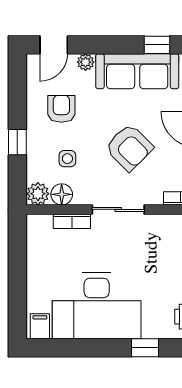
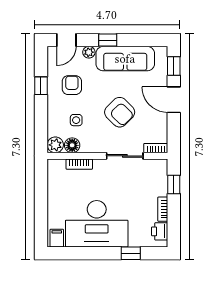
window: (157, 45) -> (108, 40), moved
window: (17, 142) -> (41, 86), moved
sliding door: (118, 209) -> (125, 156), moved

